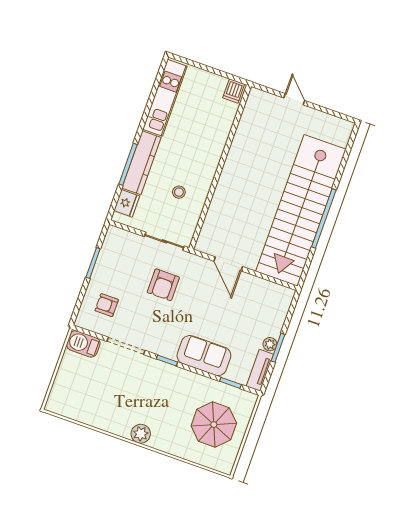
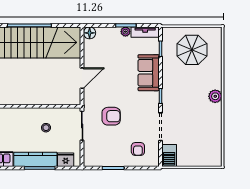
floor lamp: (285, 295) -> (90, 33), added

